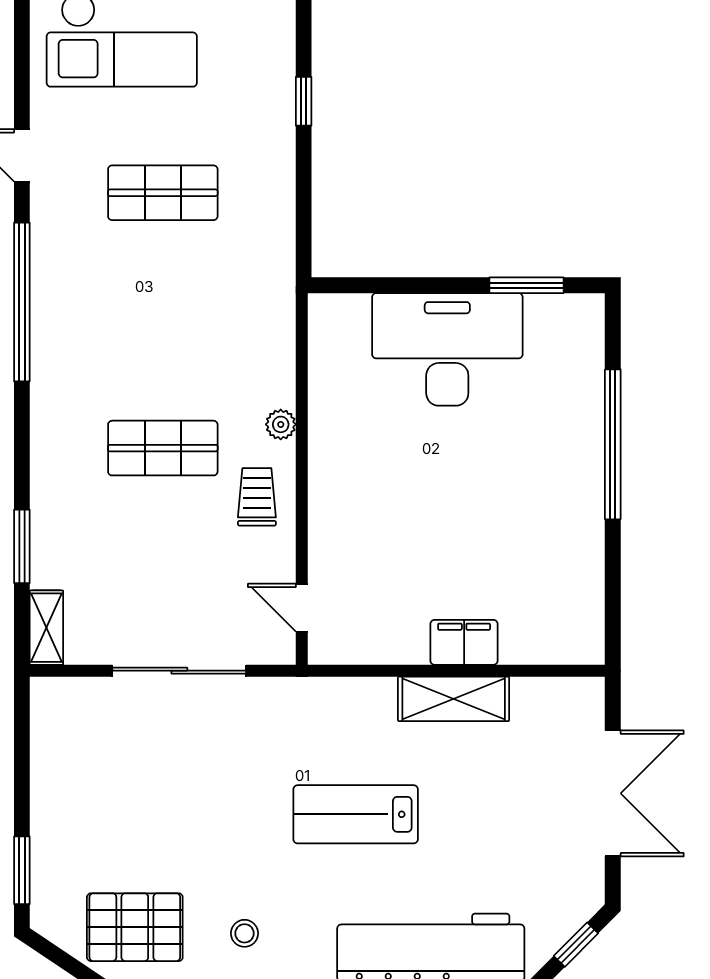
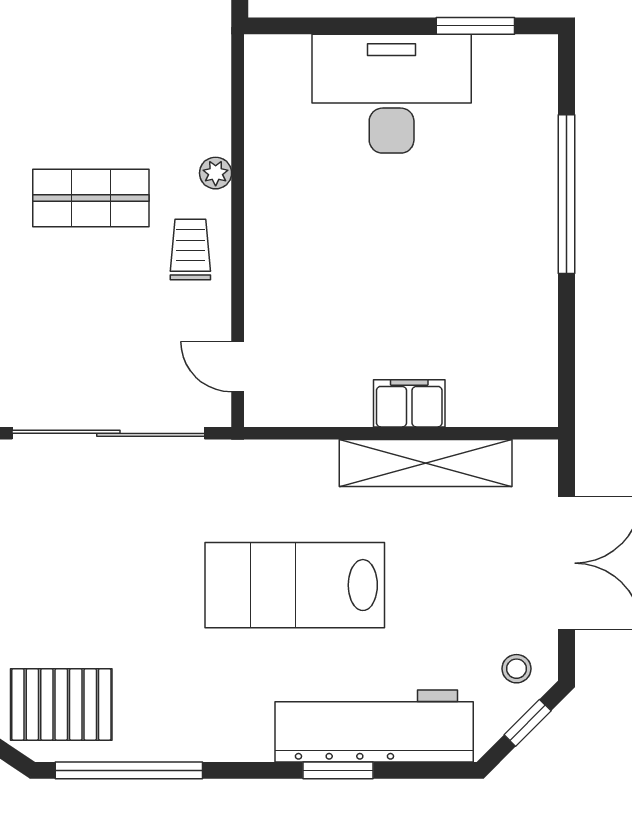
sliding door: (179, 671) -> (108, 433), width x1.36
shelving: (454, 699) -> (426, 463), width x1.47
lab bench: (356, 814) -> (295, 585), width x1.36, depth x1.39
stool: (245, 933) -> (516, 669), moved

